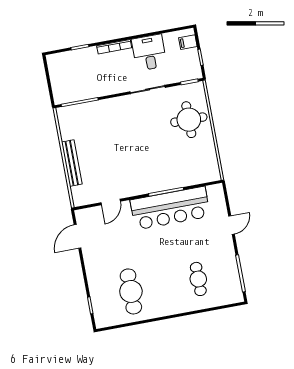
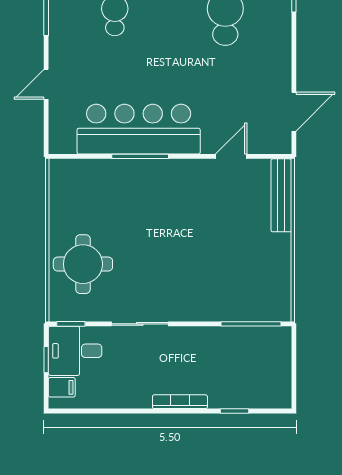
desk: (149, 53) -> (75, 351), moved, turned 90
bench: (72, 163) -> (281, 195), moved

